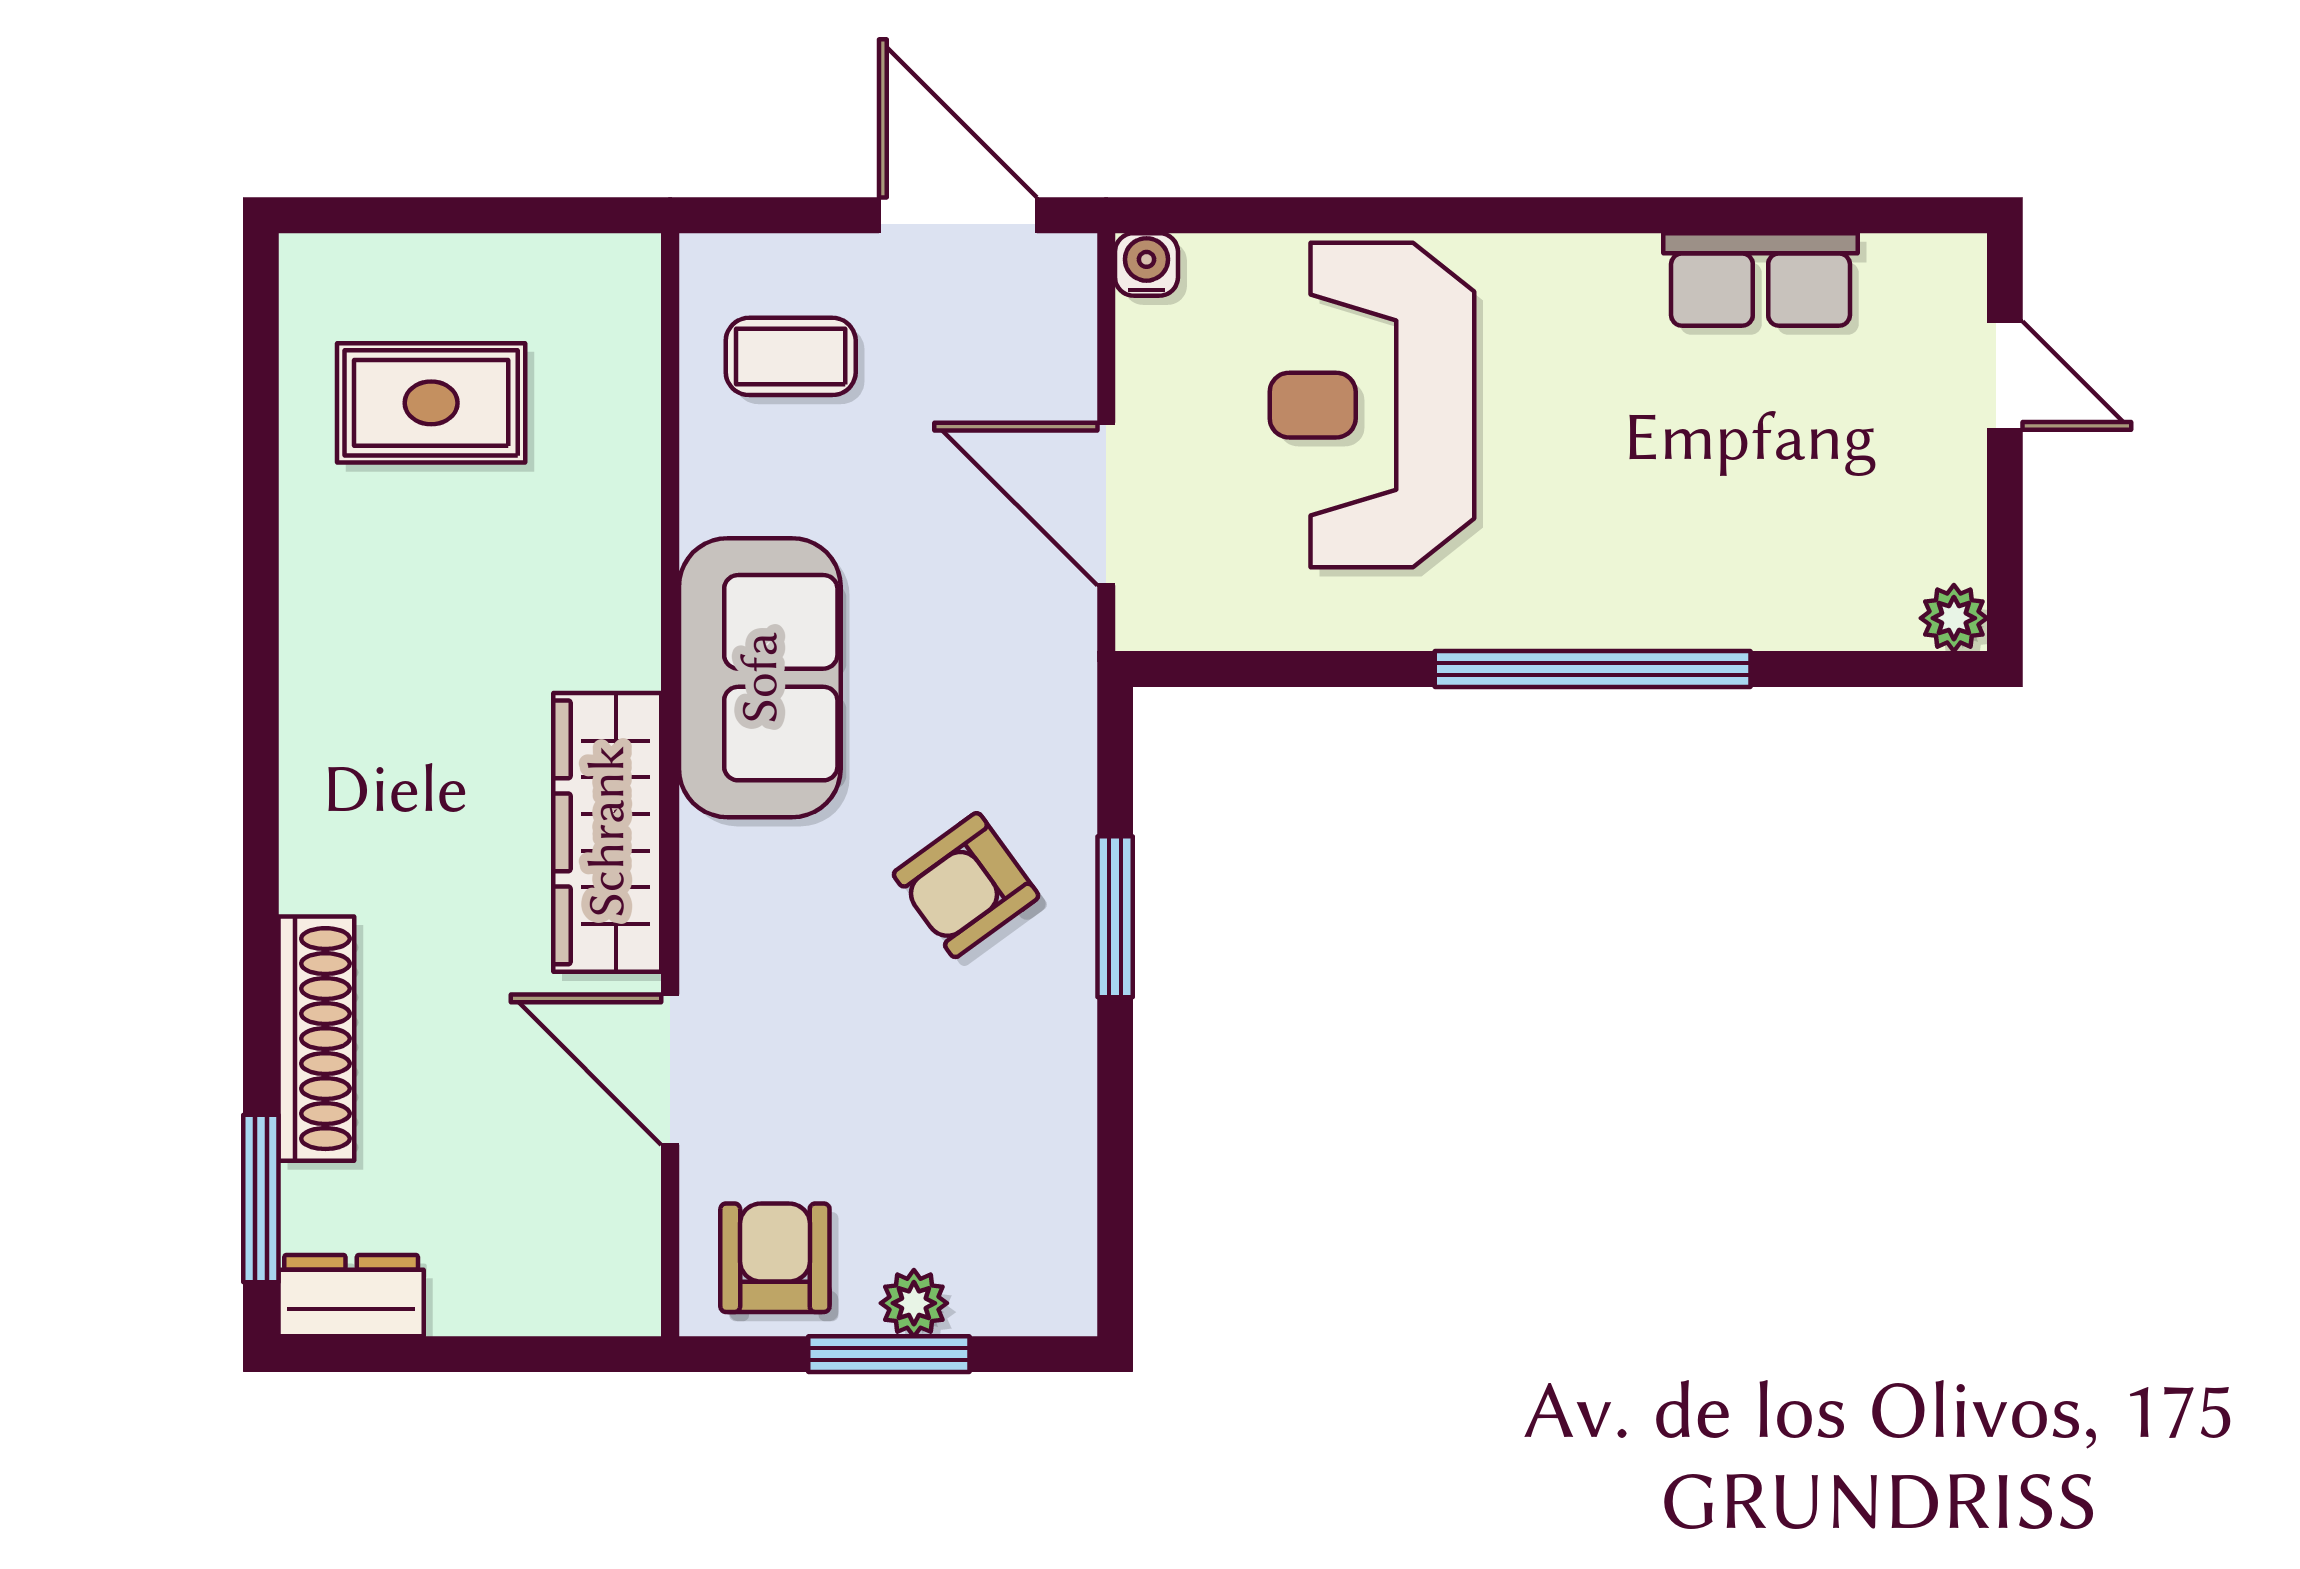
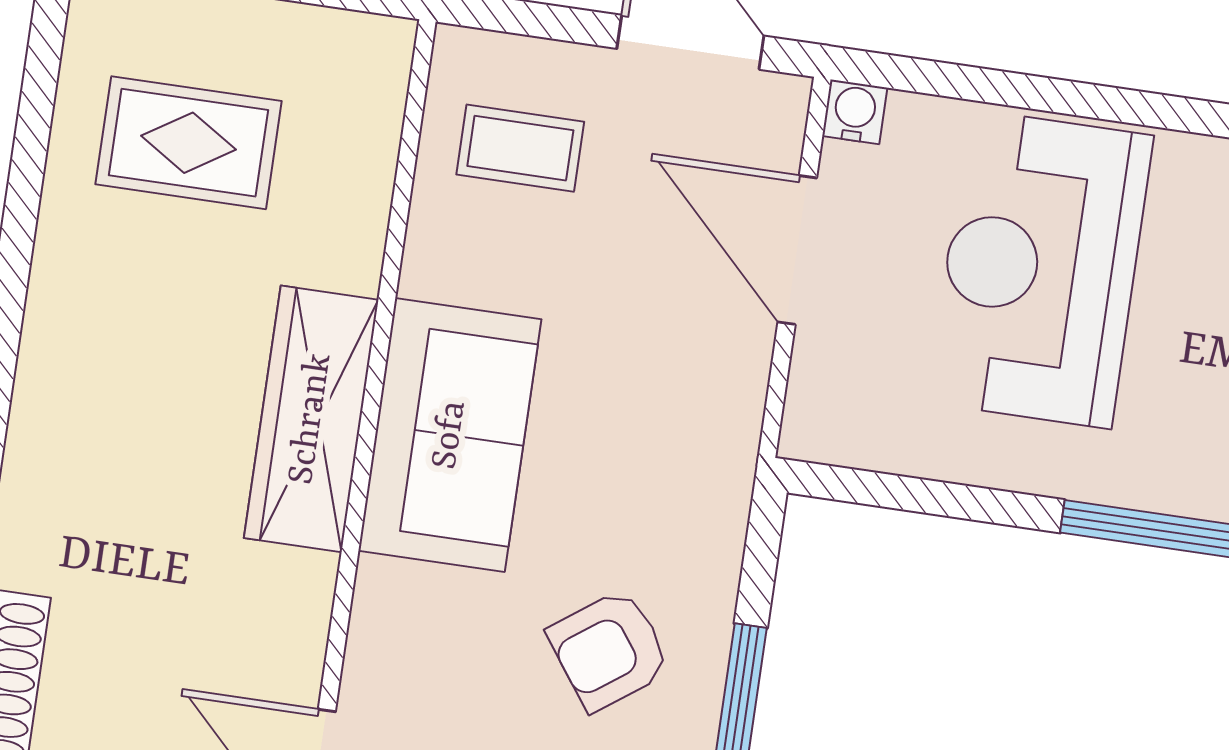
door: (1106, 504) -> (797, 250), moved
wardrobe: (607, 832) -> (311, 419), moved

